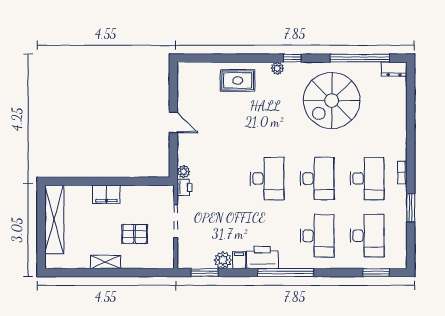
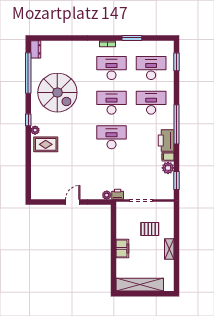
rug: (238, 80) -> (46, 144), moved, turned 90
pallet: (135, 234) -> (150, 229), turned 90

